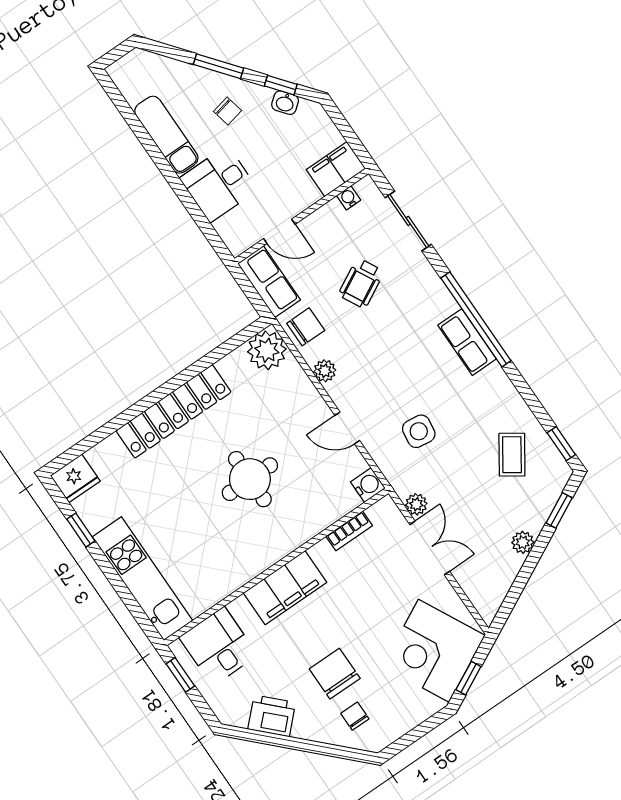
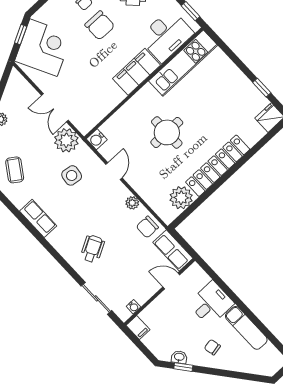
window: (219, 66) -> (222, 373), removed
filing cabinet: (336, 169) -> (138, 327), width x0.50
wheelchair: (361, 283) -> (92, 249), moved
window: (476, 319) -> (48, 246), removed
row of seats: (467, 342) -> (38, 218), moved
plant: (267, 350) -> (181, 198), moved
door: (347, 428) -> (114, 171), hinge flipped
plant: (416, 504) -> (66, 140), width x1.88, depth x1.88
bookcase: (349, 531) -> (104, 111), removed
kitchen unit: (143, 579) -> (183, 63), moved, turned -90
desk: (218, 646) -> (166, 36), width x1.37

